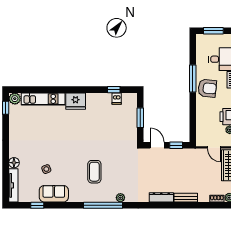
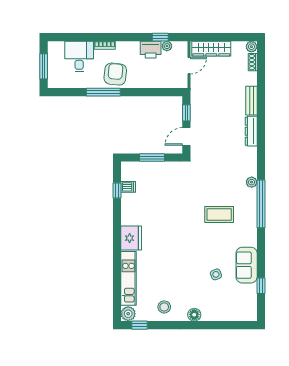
stool: (20, 128) -> (164, 307), added
floor lamp: (14, 163) -> (194, 315), moved
tv unit: (13, 185) -> (236, 316), removed

